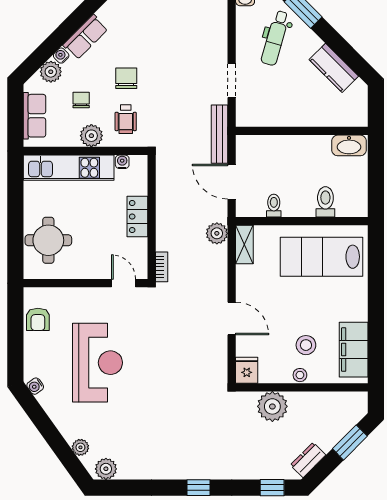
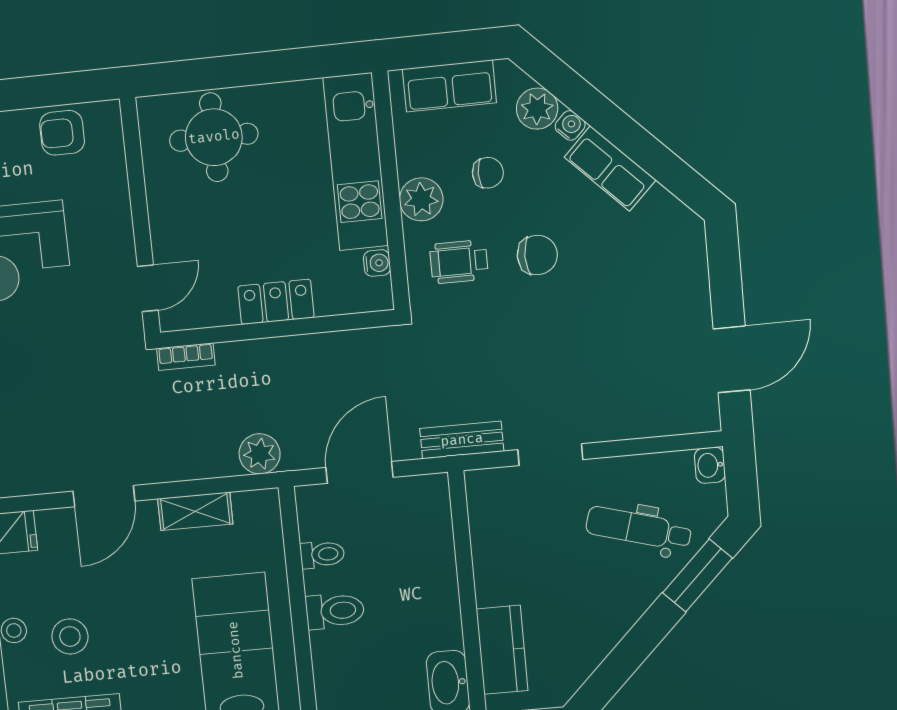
kitchen counter: (334, 68) -> (502, 650), moved, turned 135
bench: (219, 134) -> (462, 440), width x0.73
toilet: (325, 202) -> (335, 611), moved
shelving: (244, 244) -> (195, 511), moved

